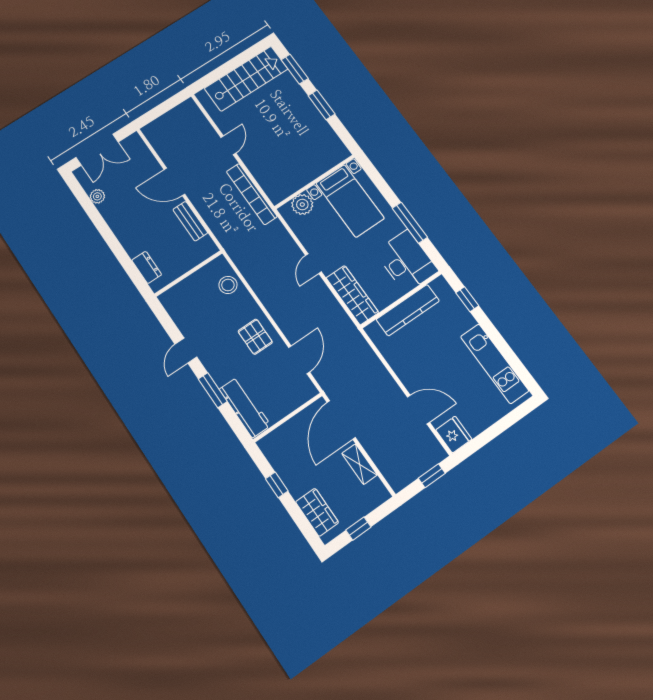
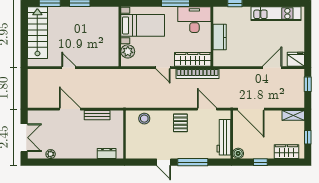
door: (174, 182) -> (70, 109), swing flipped
bookcase: (252, 194) -> (197, 74), moved
kitchen counter: (408, 310) -> (220, 37), width x0.67
pallet: (255, 337) -> (180, 123), turned 90
window: (213, 390) -> (193, 162), width x1.44
workbench: (245, 407) -> (224, 137), moved, turned -90
boiler: (268, 445) -> (238, 153), added
shelving: (359, 464) -> (293, 115), moved

